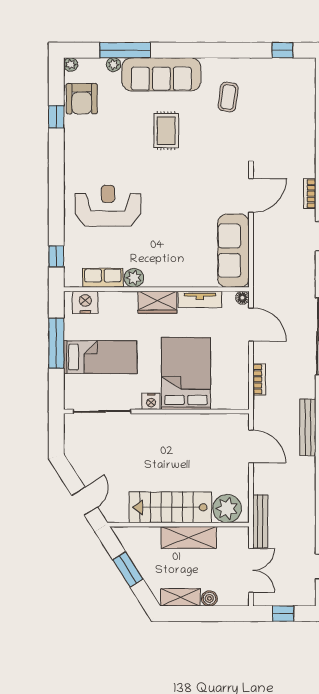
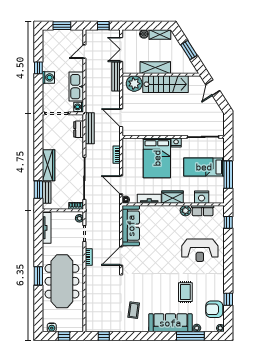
armchair: (82, 99) -> (214, 309), turned -90
rug: (166, 131) -> (185, 292), moved
nightstand: (85, 302) -> (202, 197), moved

